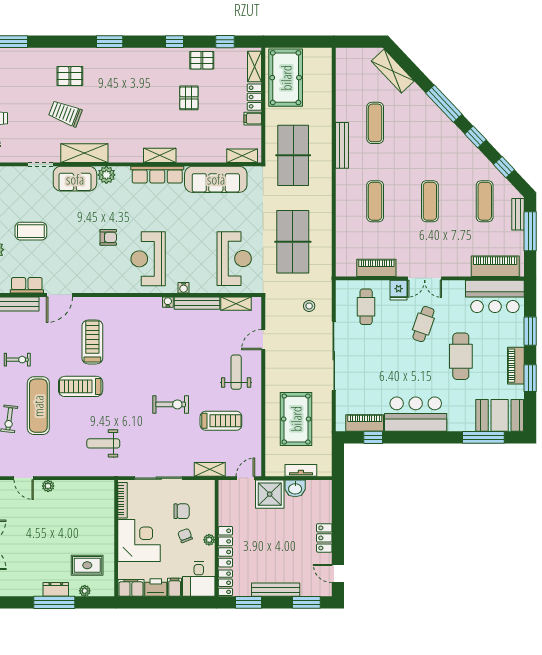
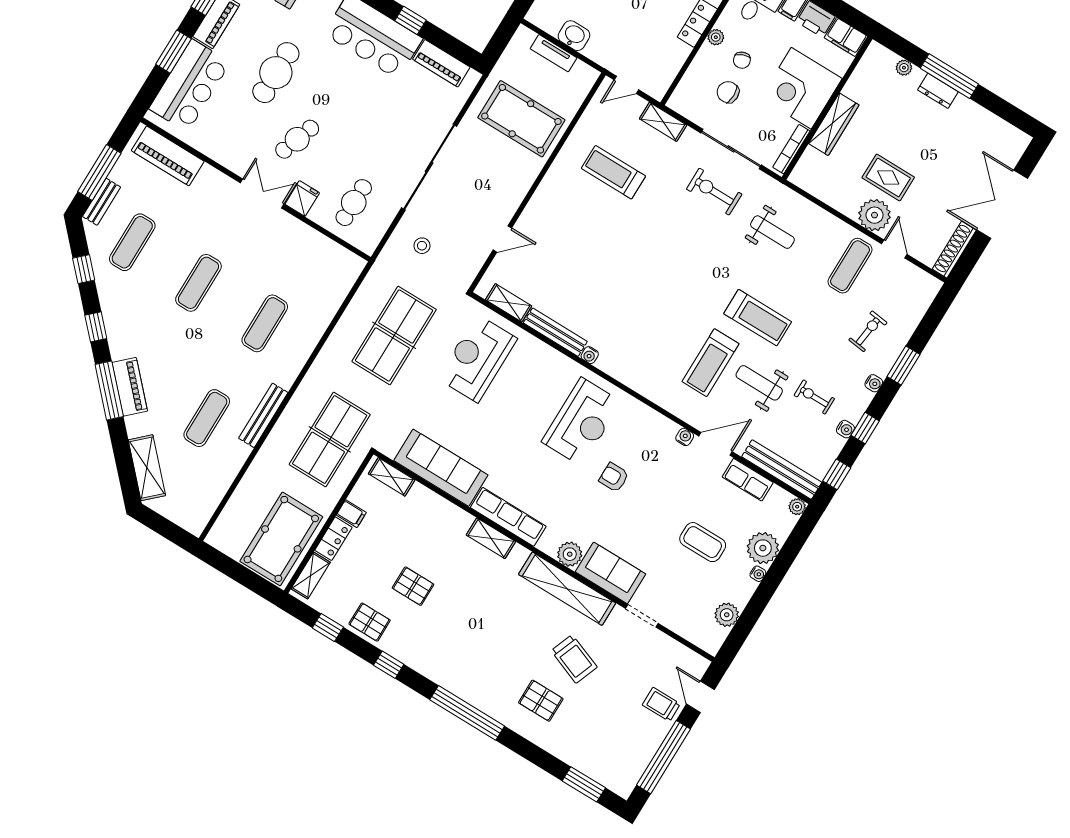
window: (110, 42) -> (467, 713), width x2.11
pallet: (189, 98) -> (413, 586), turned 90
shelving: (84, 153) -> (567, 589), width x1.47
piano: (376, 268) -> (130, 387), moved, turned -133
water cooler: (184, 288) -> (685, 437), moved
bar counter: (495, 296) -> (190, 86), moved, turned 90
weight bench: (236, 372) -> (759, 383), moved, turned 90
exercise bike: (171, 404) -> (714, 192), moved
exercise mat: (38, 406) -> (850, 266), moved, width x0.73, depth x0.69
pool table: (296, 419) -> (521, 119), turned 90
window: (373, 437) -> (410, 20), moved
plant: (48, 486) -> (874, 215), width x1.87, depth x1.87
shower: (270, 494) -> (609, 48), removed
wardrobe: (106, 531) -> (834, 124), added
rug: (87, 565) -> (888, 178), moved

